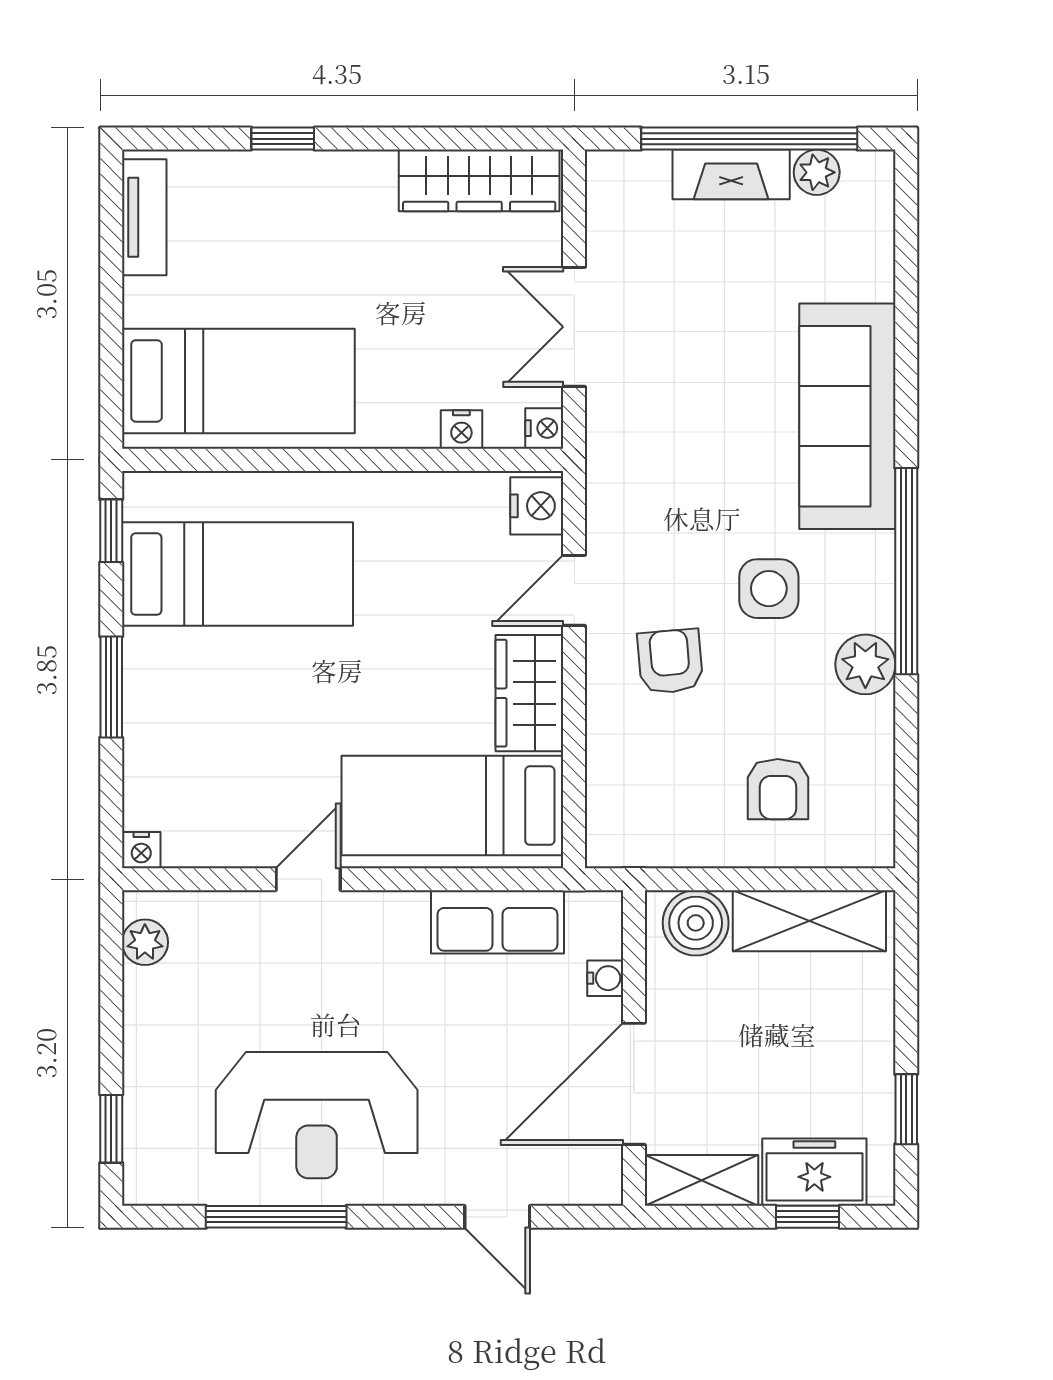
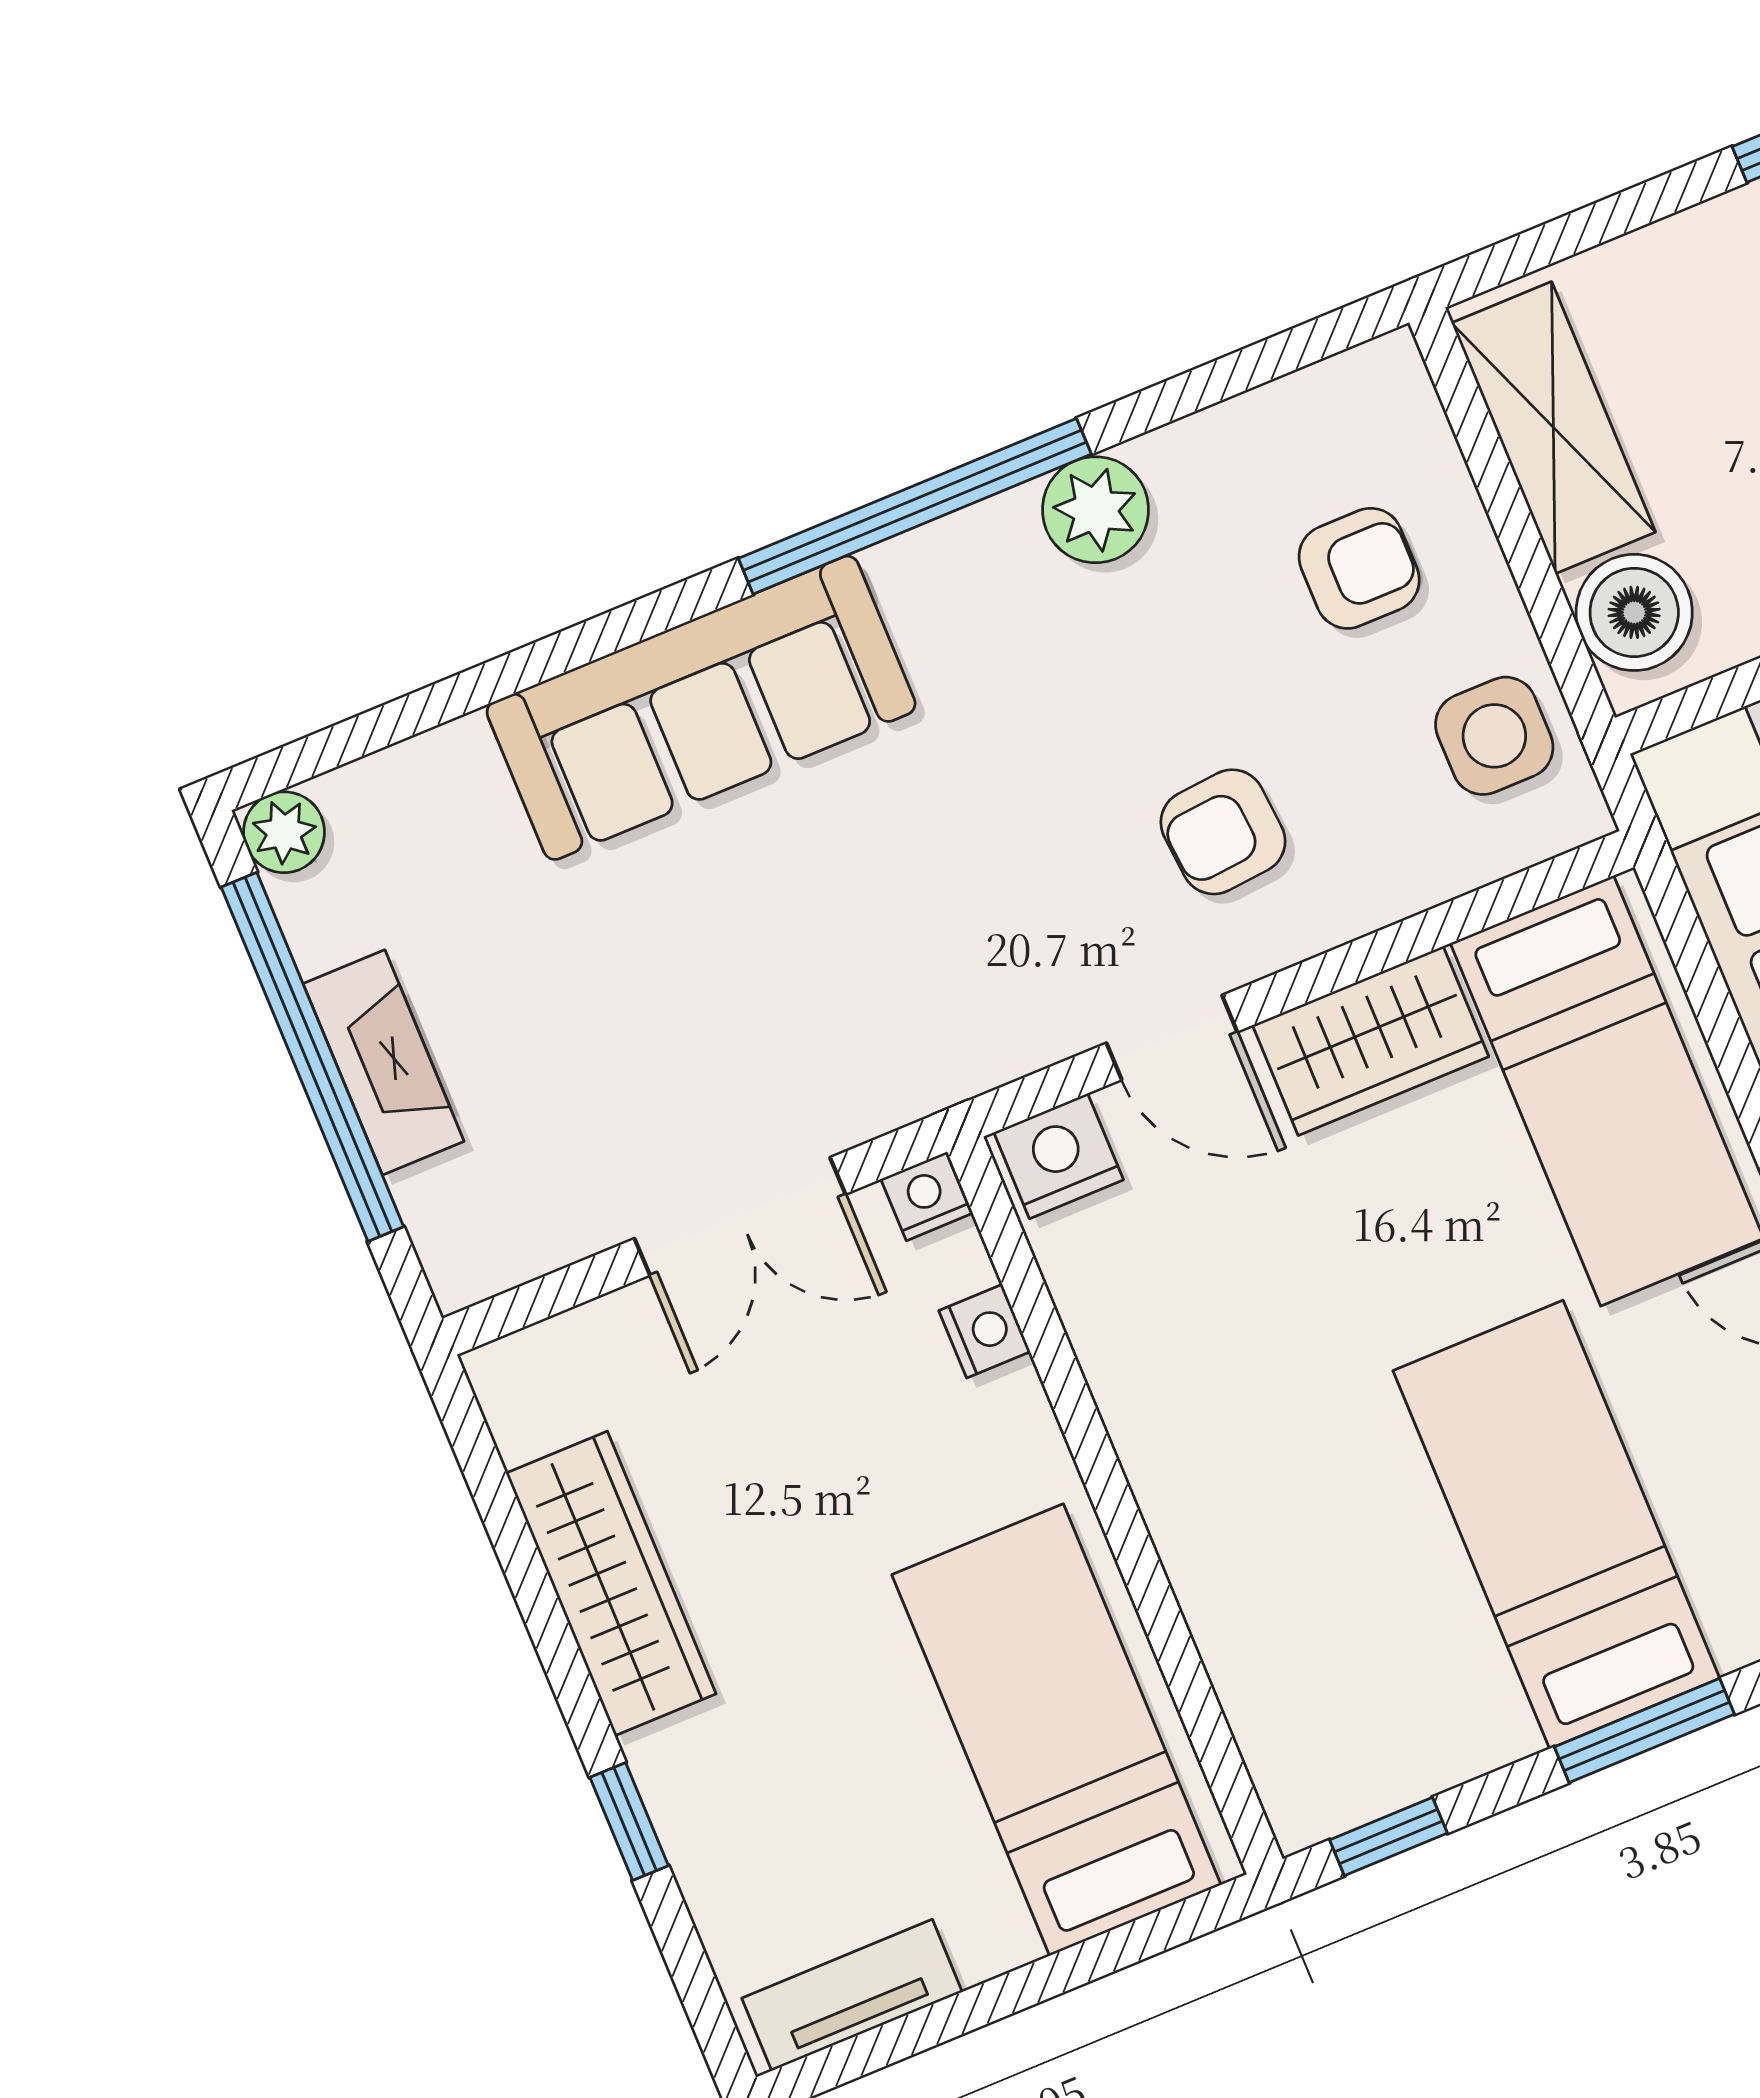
plant: (817, 172) -> (284, 832), moved
wardrobe: (479, 180) -> (611, 1584), moved
bed: (237, 574) -> (1556, 1524), moved
side table: (769, 589) -> (1494, 736), moved

